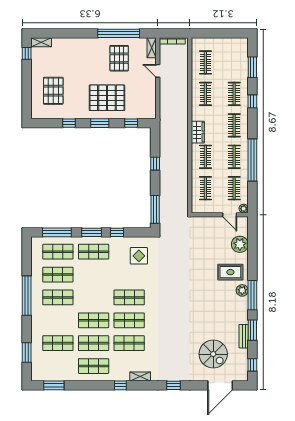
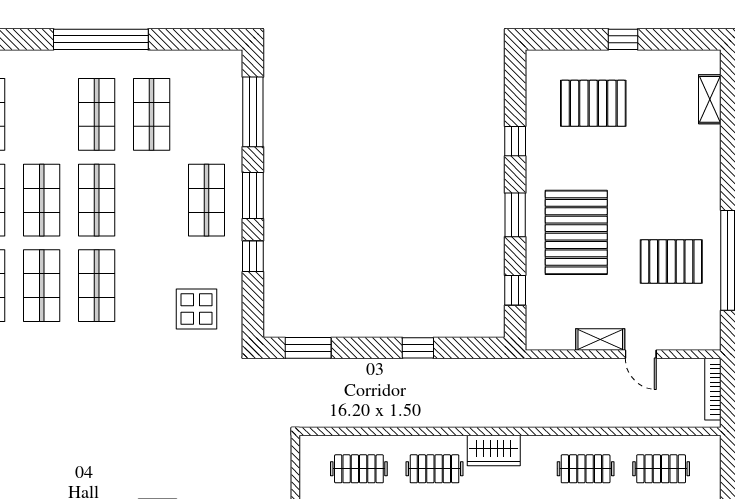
shelving: (41, 42) -> (710, 99), moved
shelving: (152, 48) -> (600, 339), moved
window: (27, 53) -> (623, 39), moved
door: (158, 71) -> (641, 354), swing flipped
window: (155, 209) -> (308, 348), width x0.69
shop shelf: (58, 252) -> (97, 200), moved

